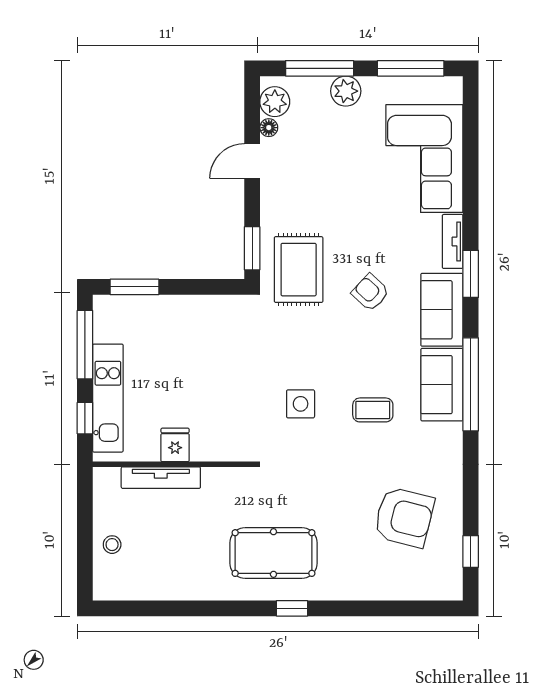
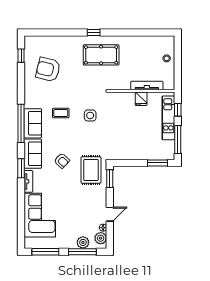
plant: (346, 91) -> (83, 242), moved

